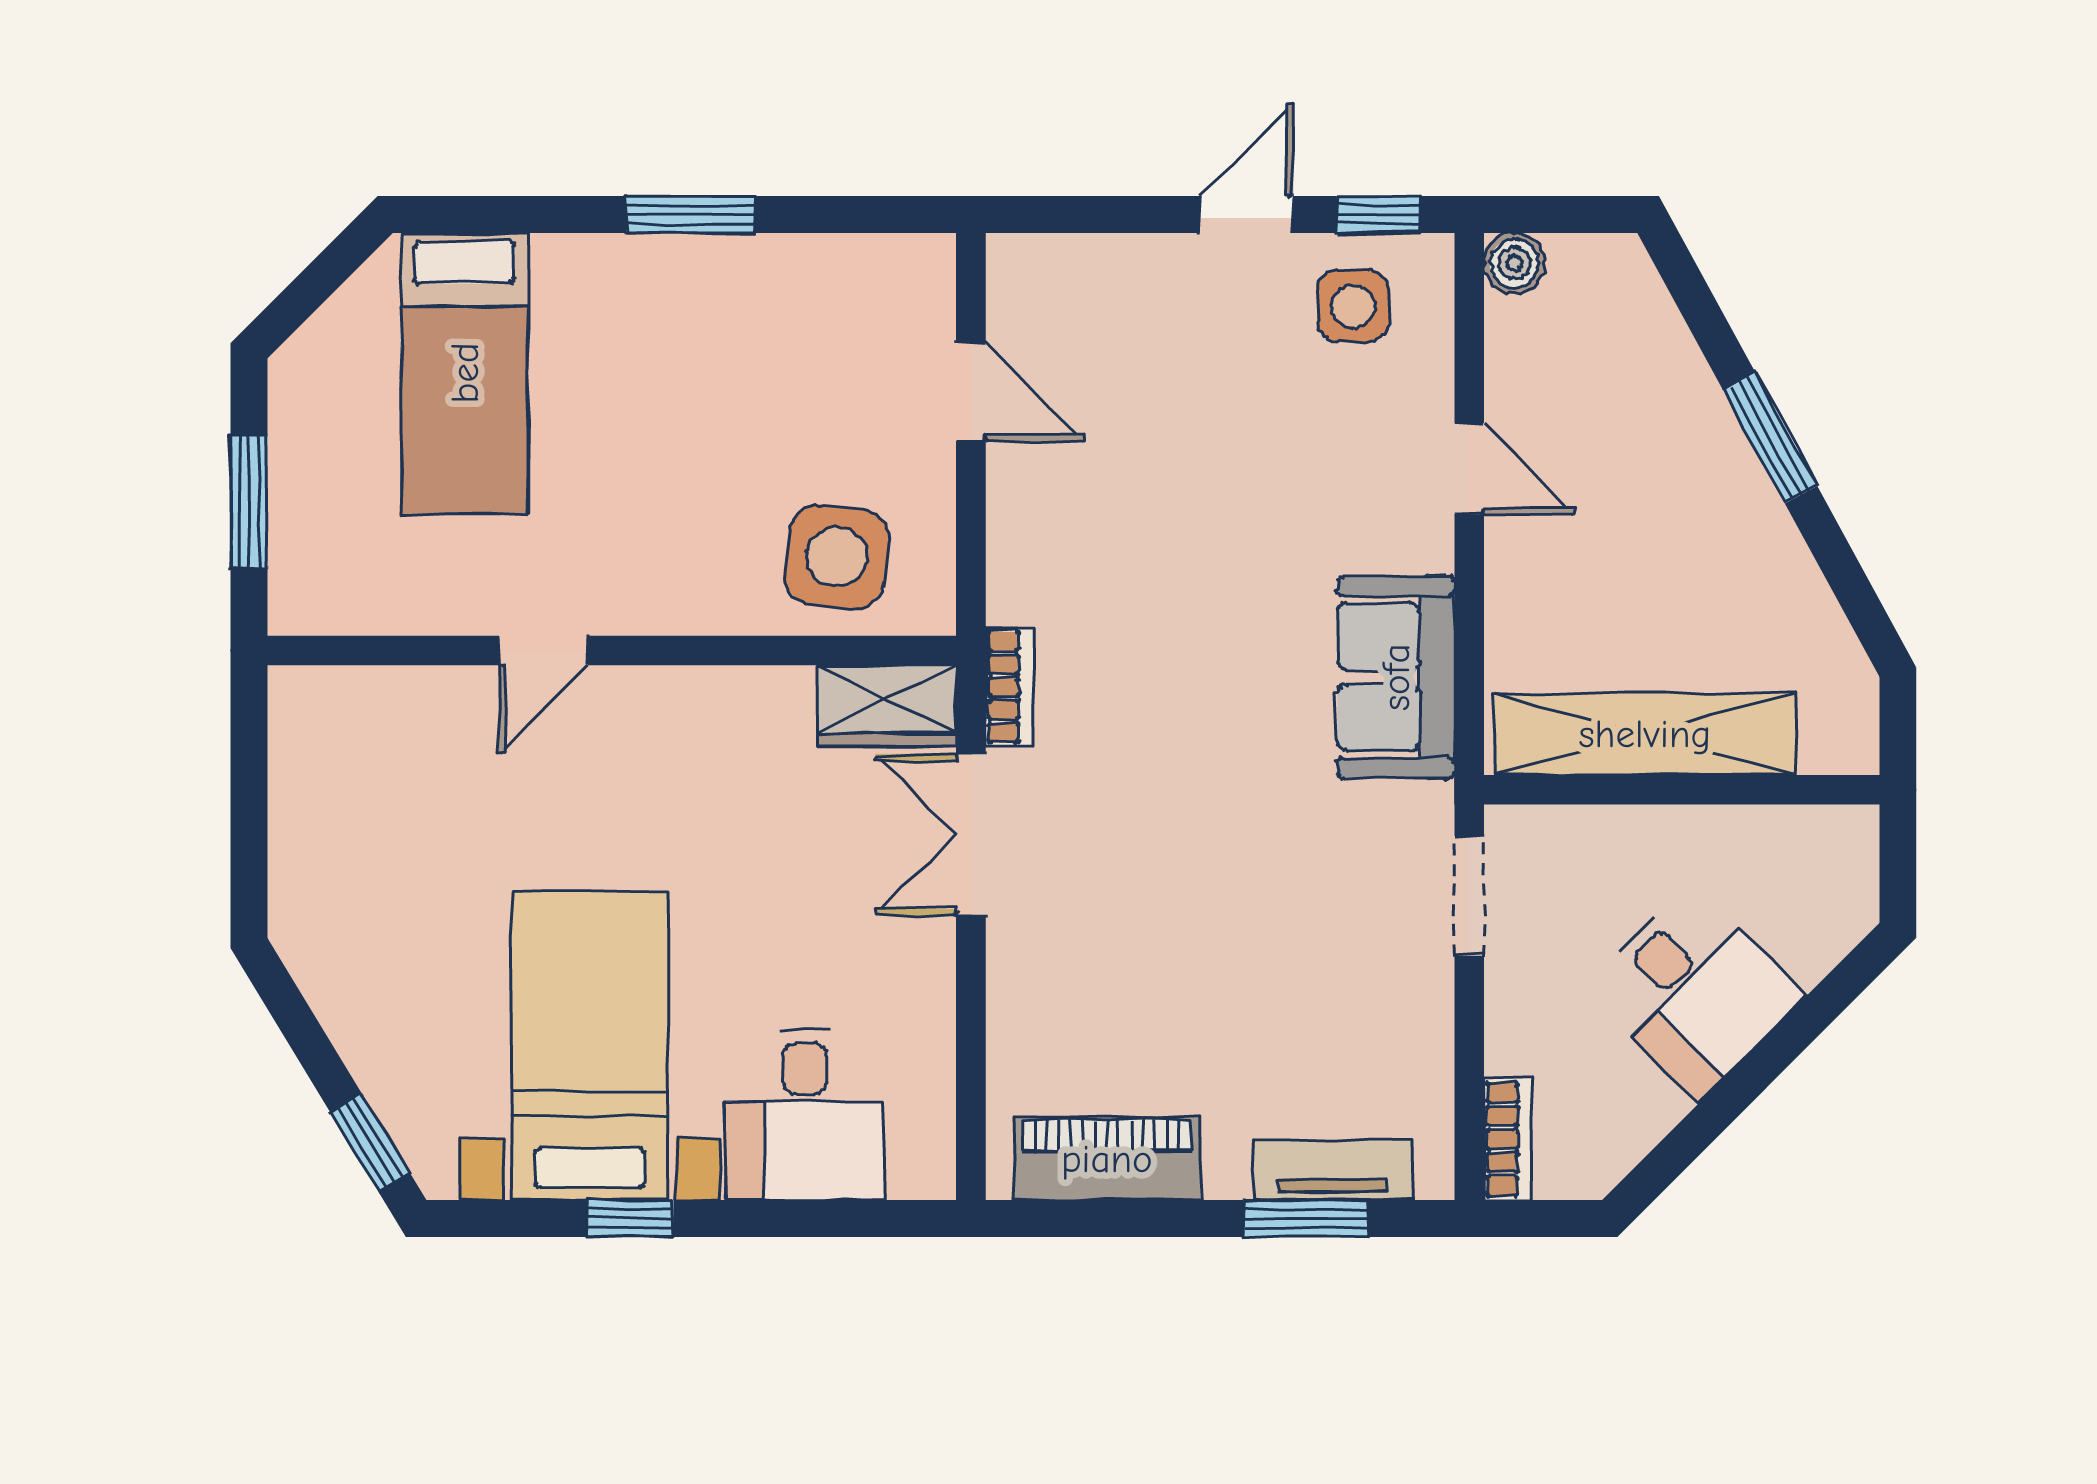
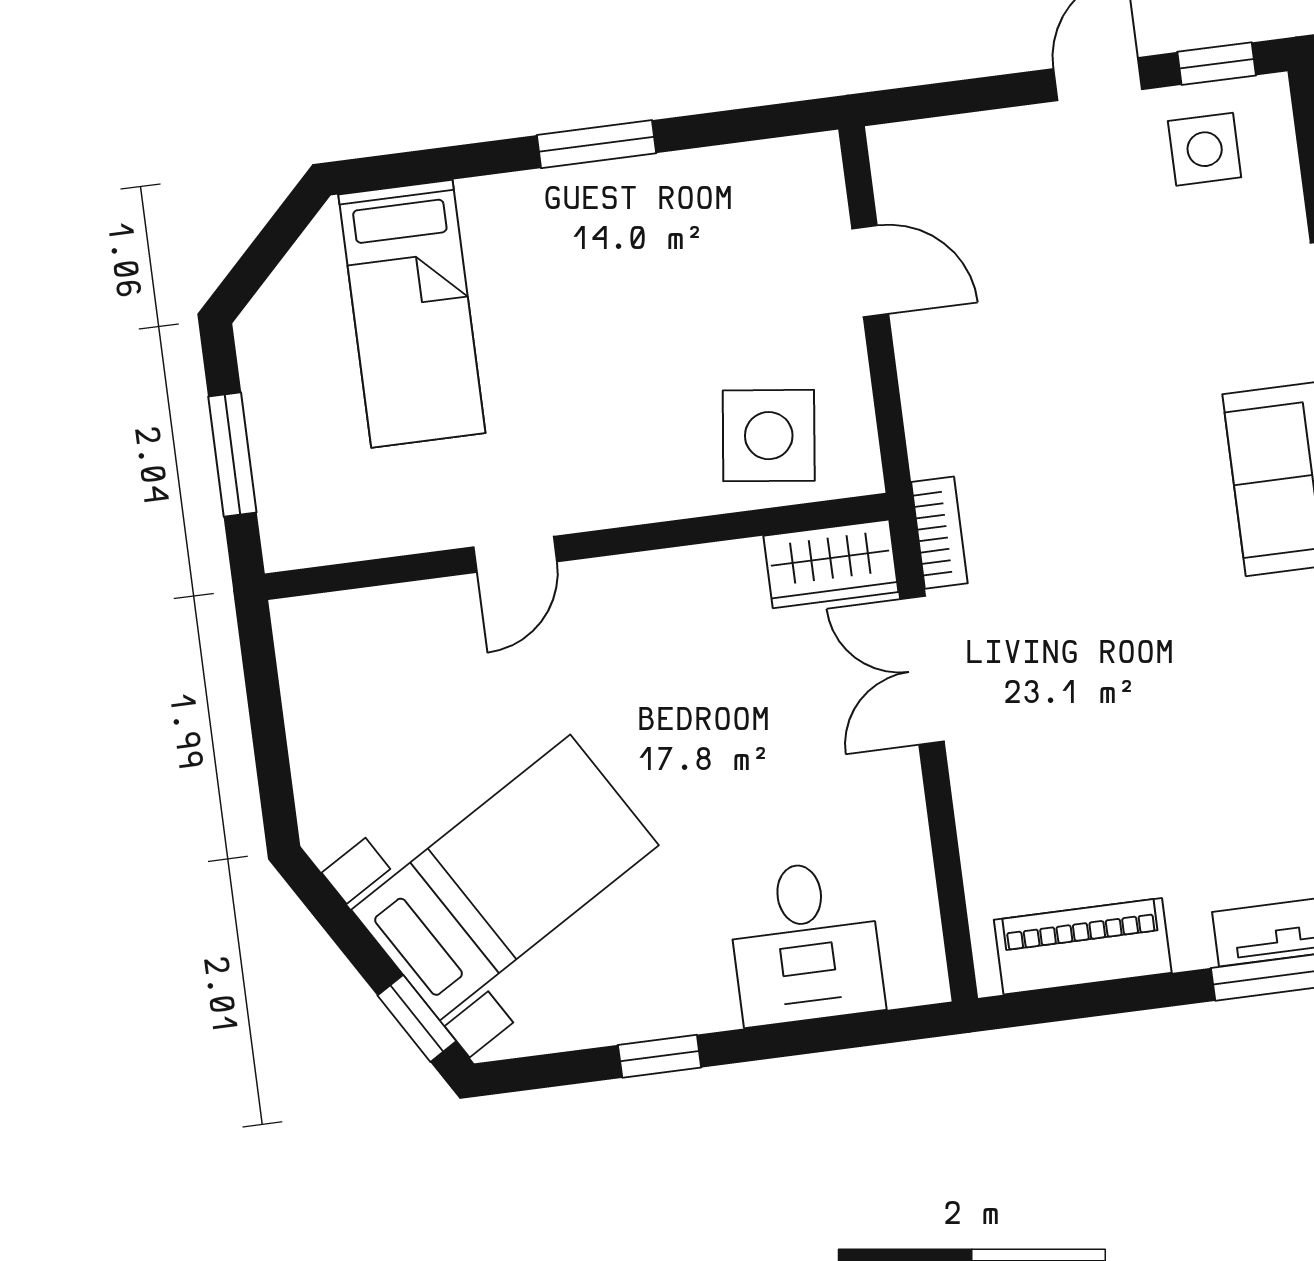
bed with nightstands: (590, 1046) -> (505, 878), moved, turned 59

